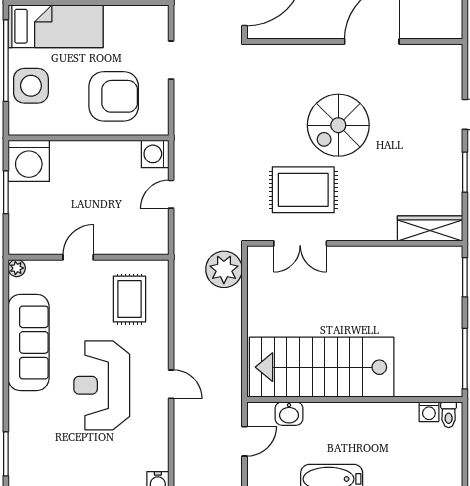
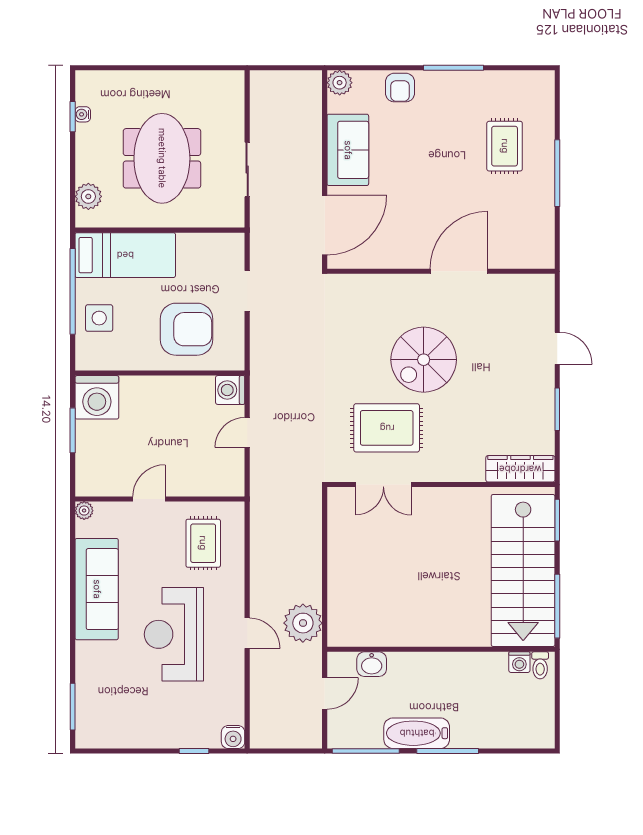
side table: (31, 86) -> (99, 318), width x0.73, depth x0.73
plant: (224, 269) -> (303, 623), moved
stairs: (322, 367) -> (523, 570), moved, turned -90

